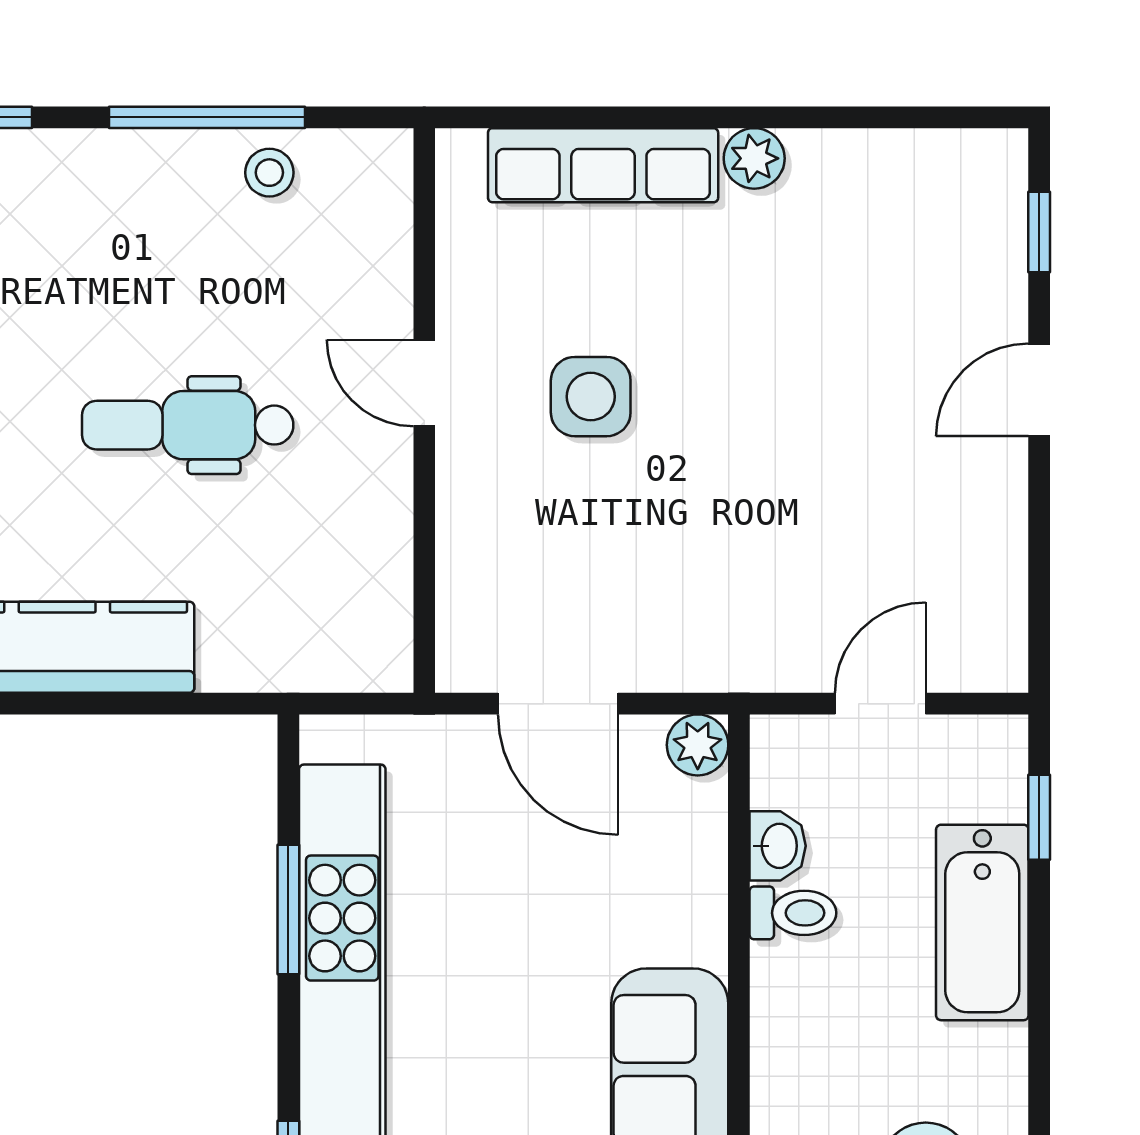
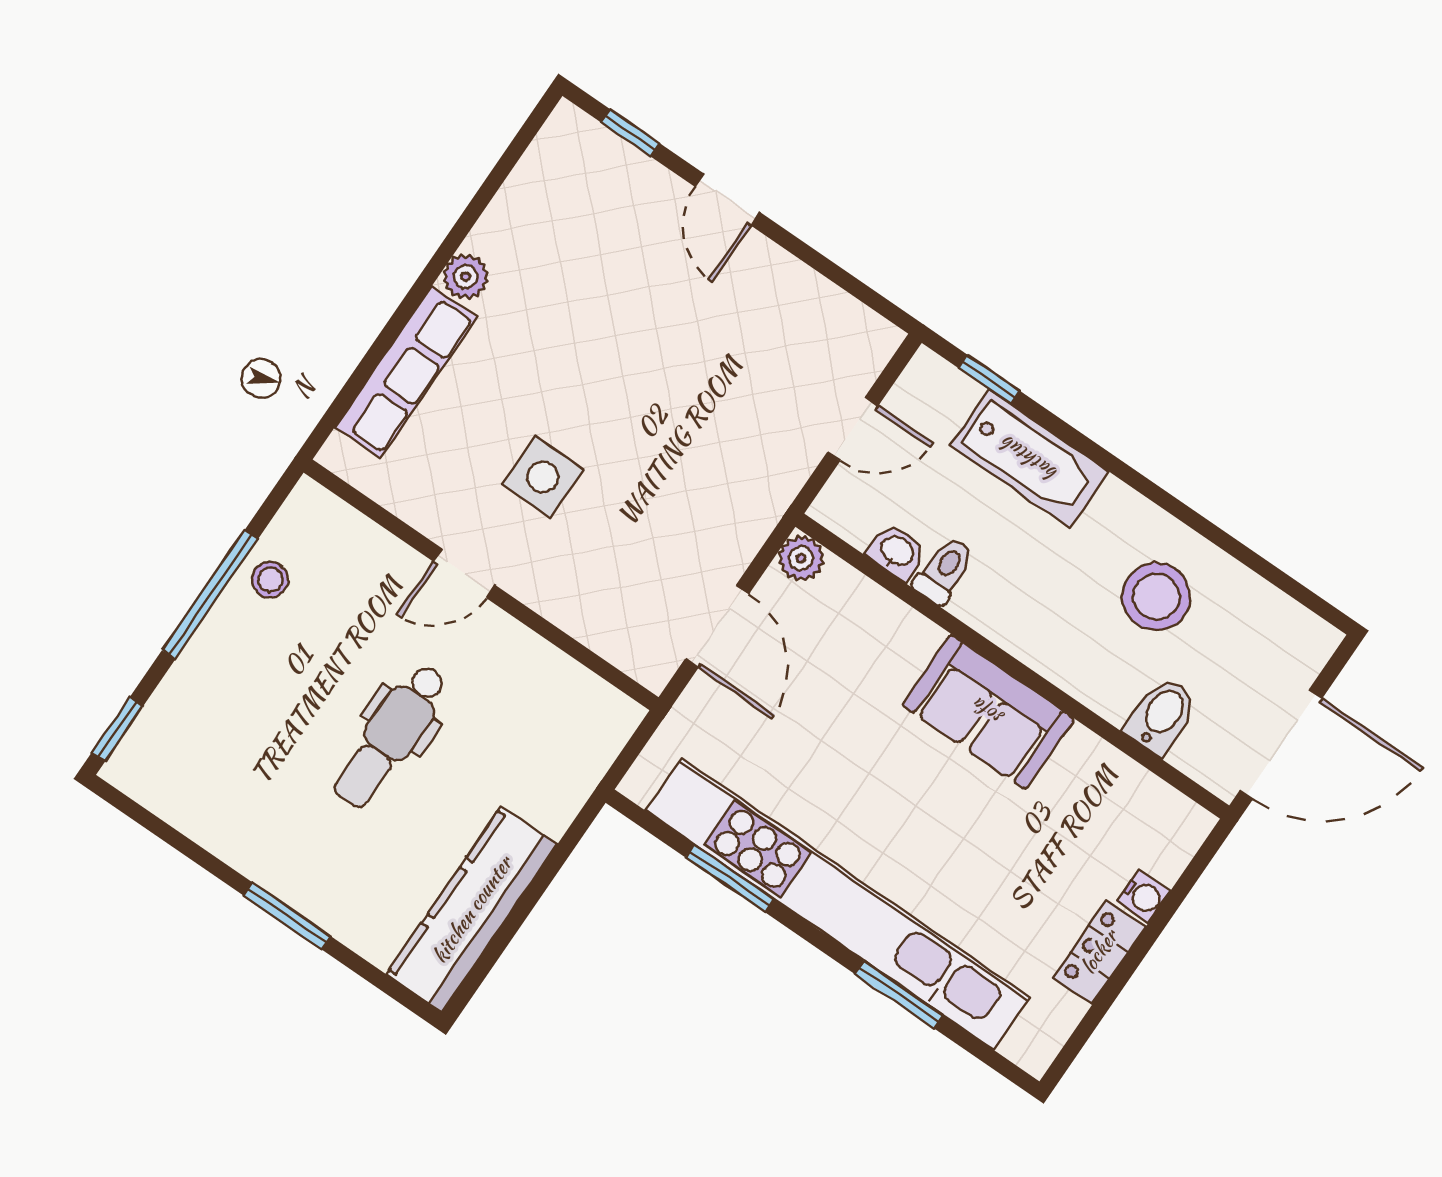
door: (558, 704) -> (717, 626), hinge flipped
door: (880, 704) -> (853, 429), swing flipped

